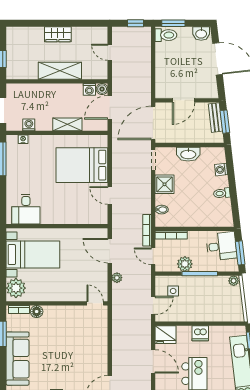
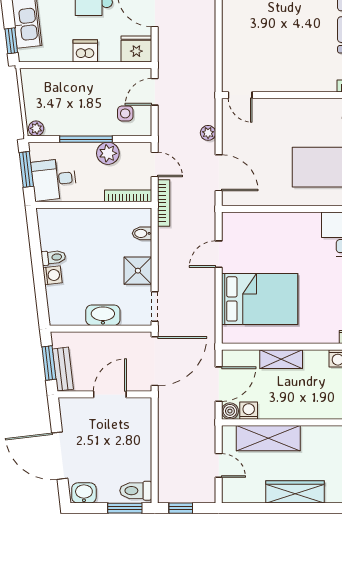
wardrobe: (58, 34) -> (295, 492), width x1.50
shelving: (60, 71) -> (268, 438), moved
washing machine: (221, 170) -> (52, 275), moved
door: (110, 195) -> (219, 254), swing flipped
floor lamp: (37, 312) -> (326, 83), removed

